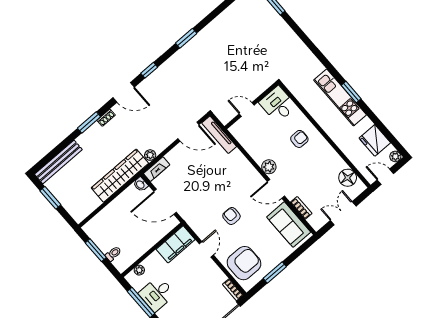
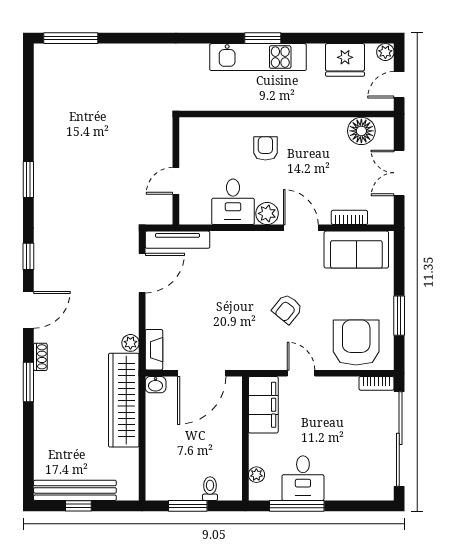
desk: (278, 104) -> (233, 202), moved, turned -90
bench: (58, 162) -> (75, 490), moved, turned 90
door: (276, 189) -> (301, 228), swing flipped
window: (50, 198) -> (78, 506), width x0.67
armchair: (231, 216) -> (287, 309), turned -51

